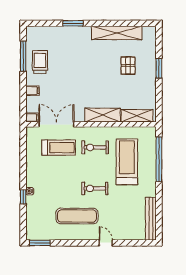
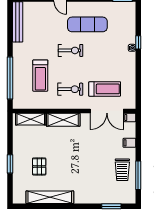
window: (73, 23) -> (111, 206), moved
treadmill: (59, 148) -> (105, 89), turned 180
treadmill: (127, 162) -> (40, 76), width x0.73, depth x0.73

